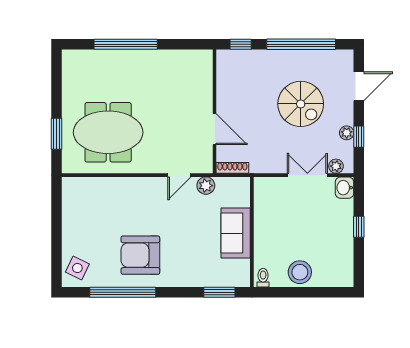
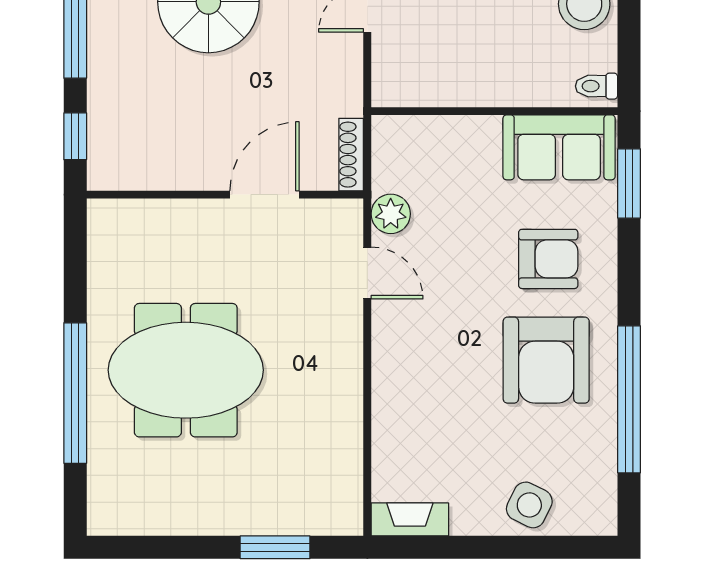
meeting table: (108, 132) -> (186, 370), moved, turned 90
fireplace: (69, 194) -> (410, 519), added
sofa: (236, 233) -> (559, 147), moved
armchair: (186, 256) -> (548, 259), added
side table: (77, 268) -> (529, 505), moved

